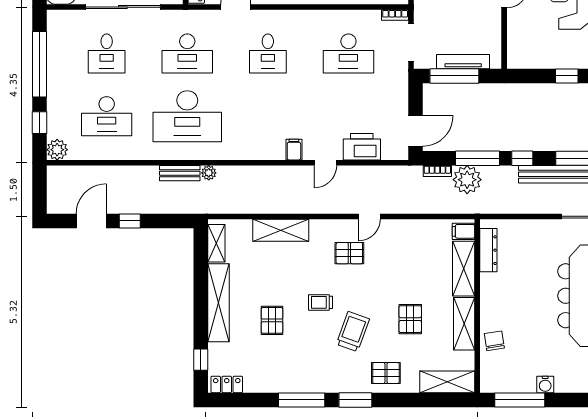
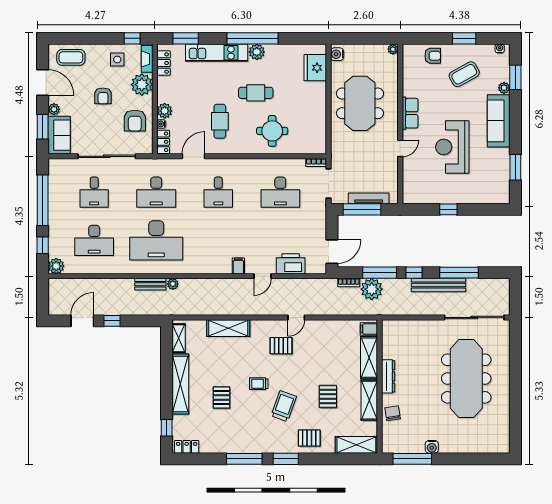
dresser: (488, 250) -> (388, 376), moved

